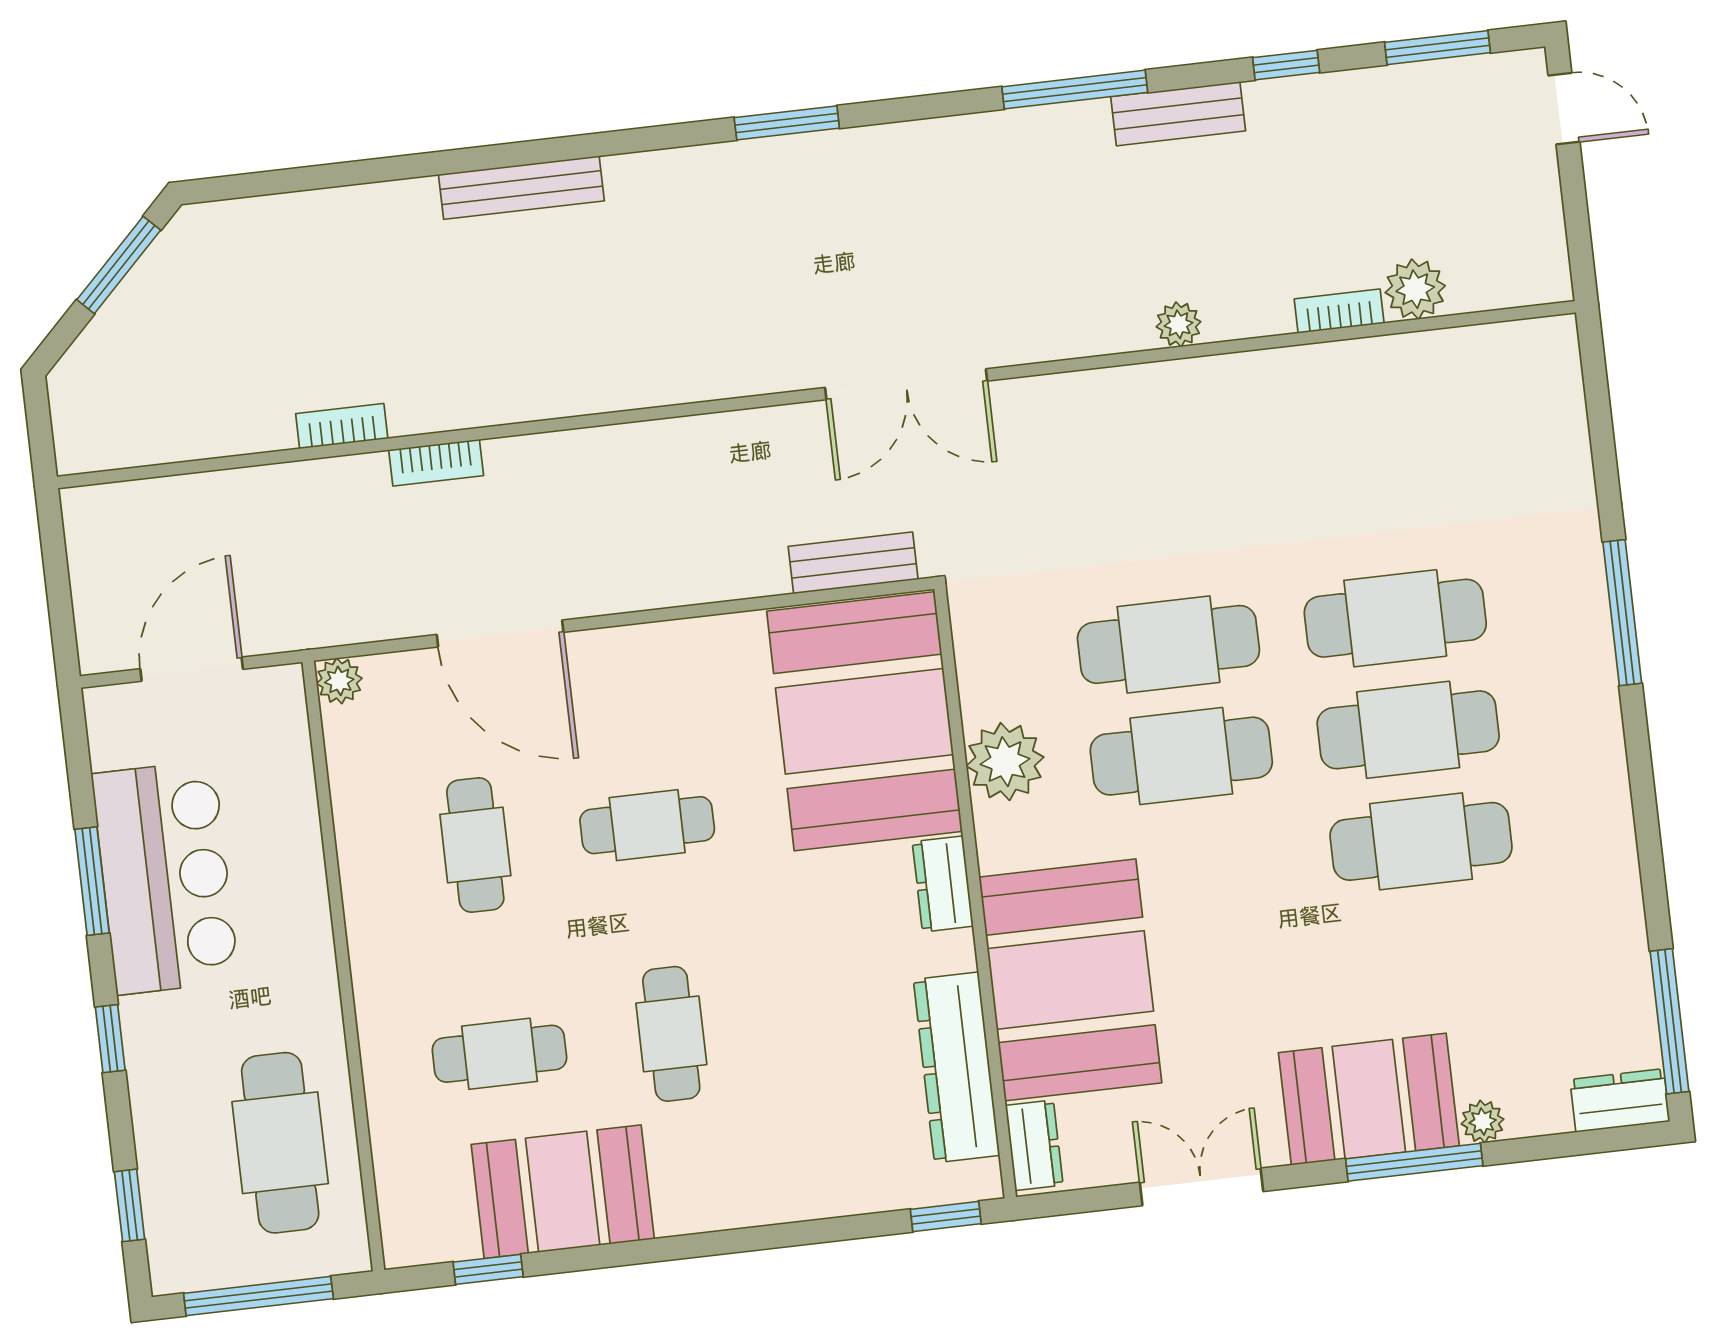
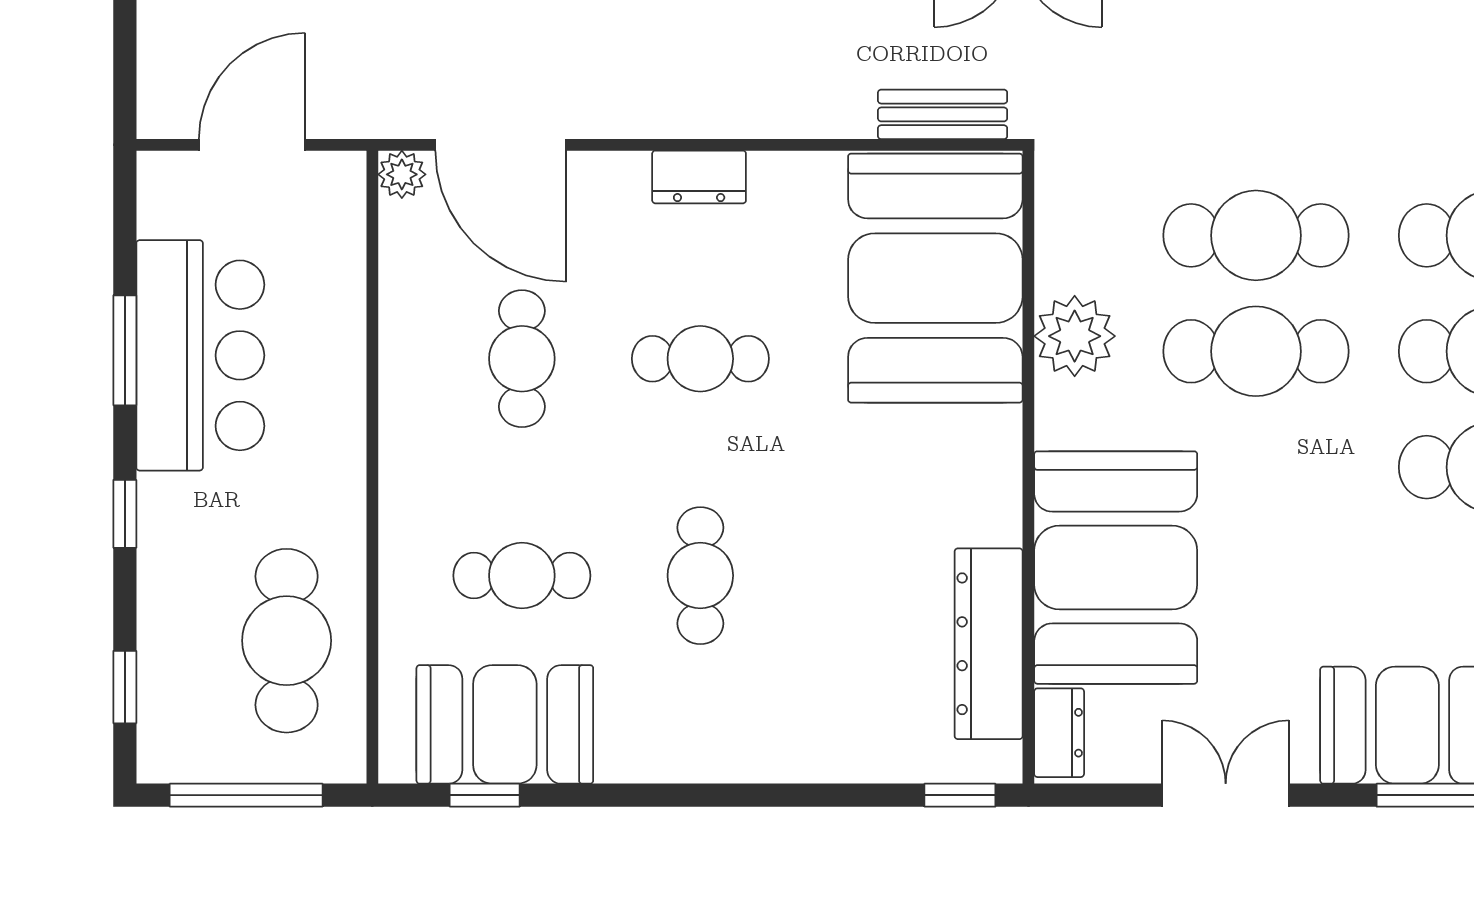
door: (500, 633) -> (501, 145), moved
dresser: (943, 884) -> (699, 177), moved, turned -90
booth: (563, 1192) -> (505, 724), moved

